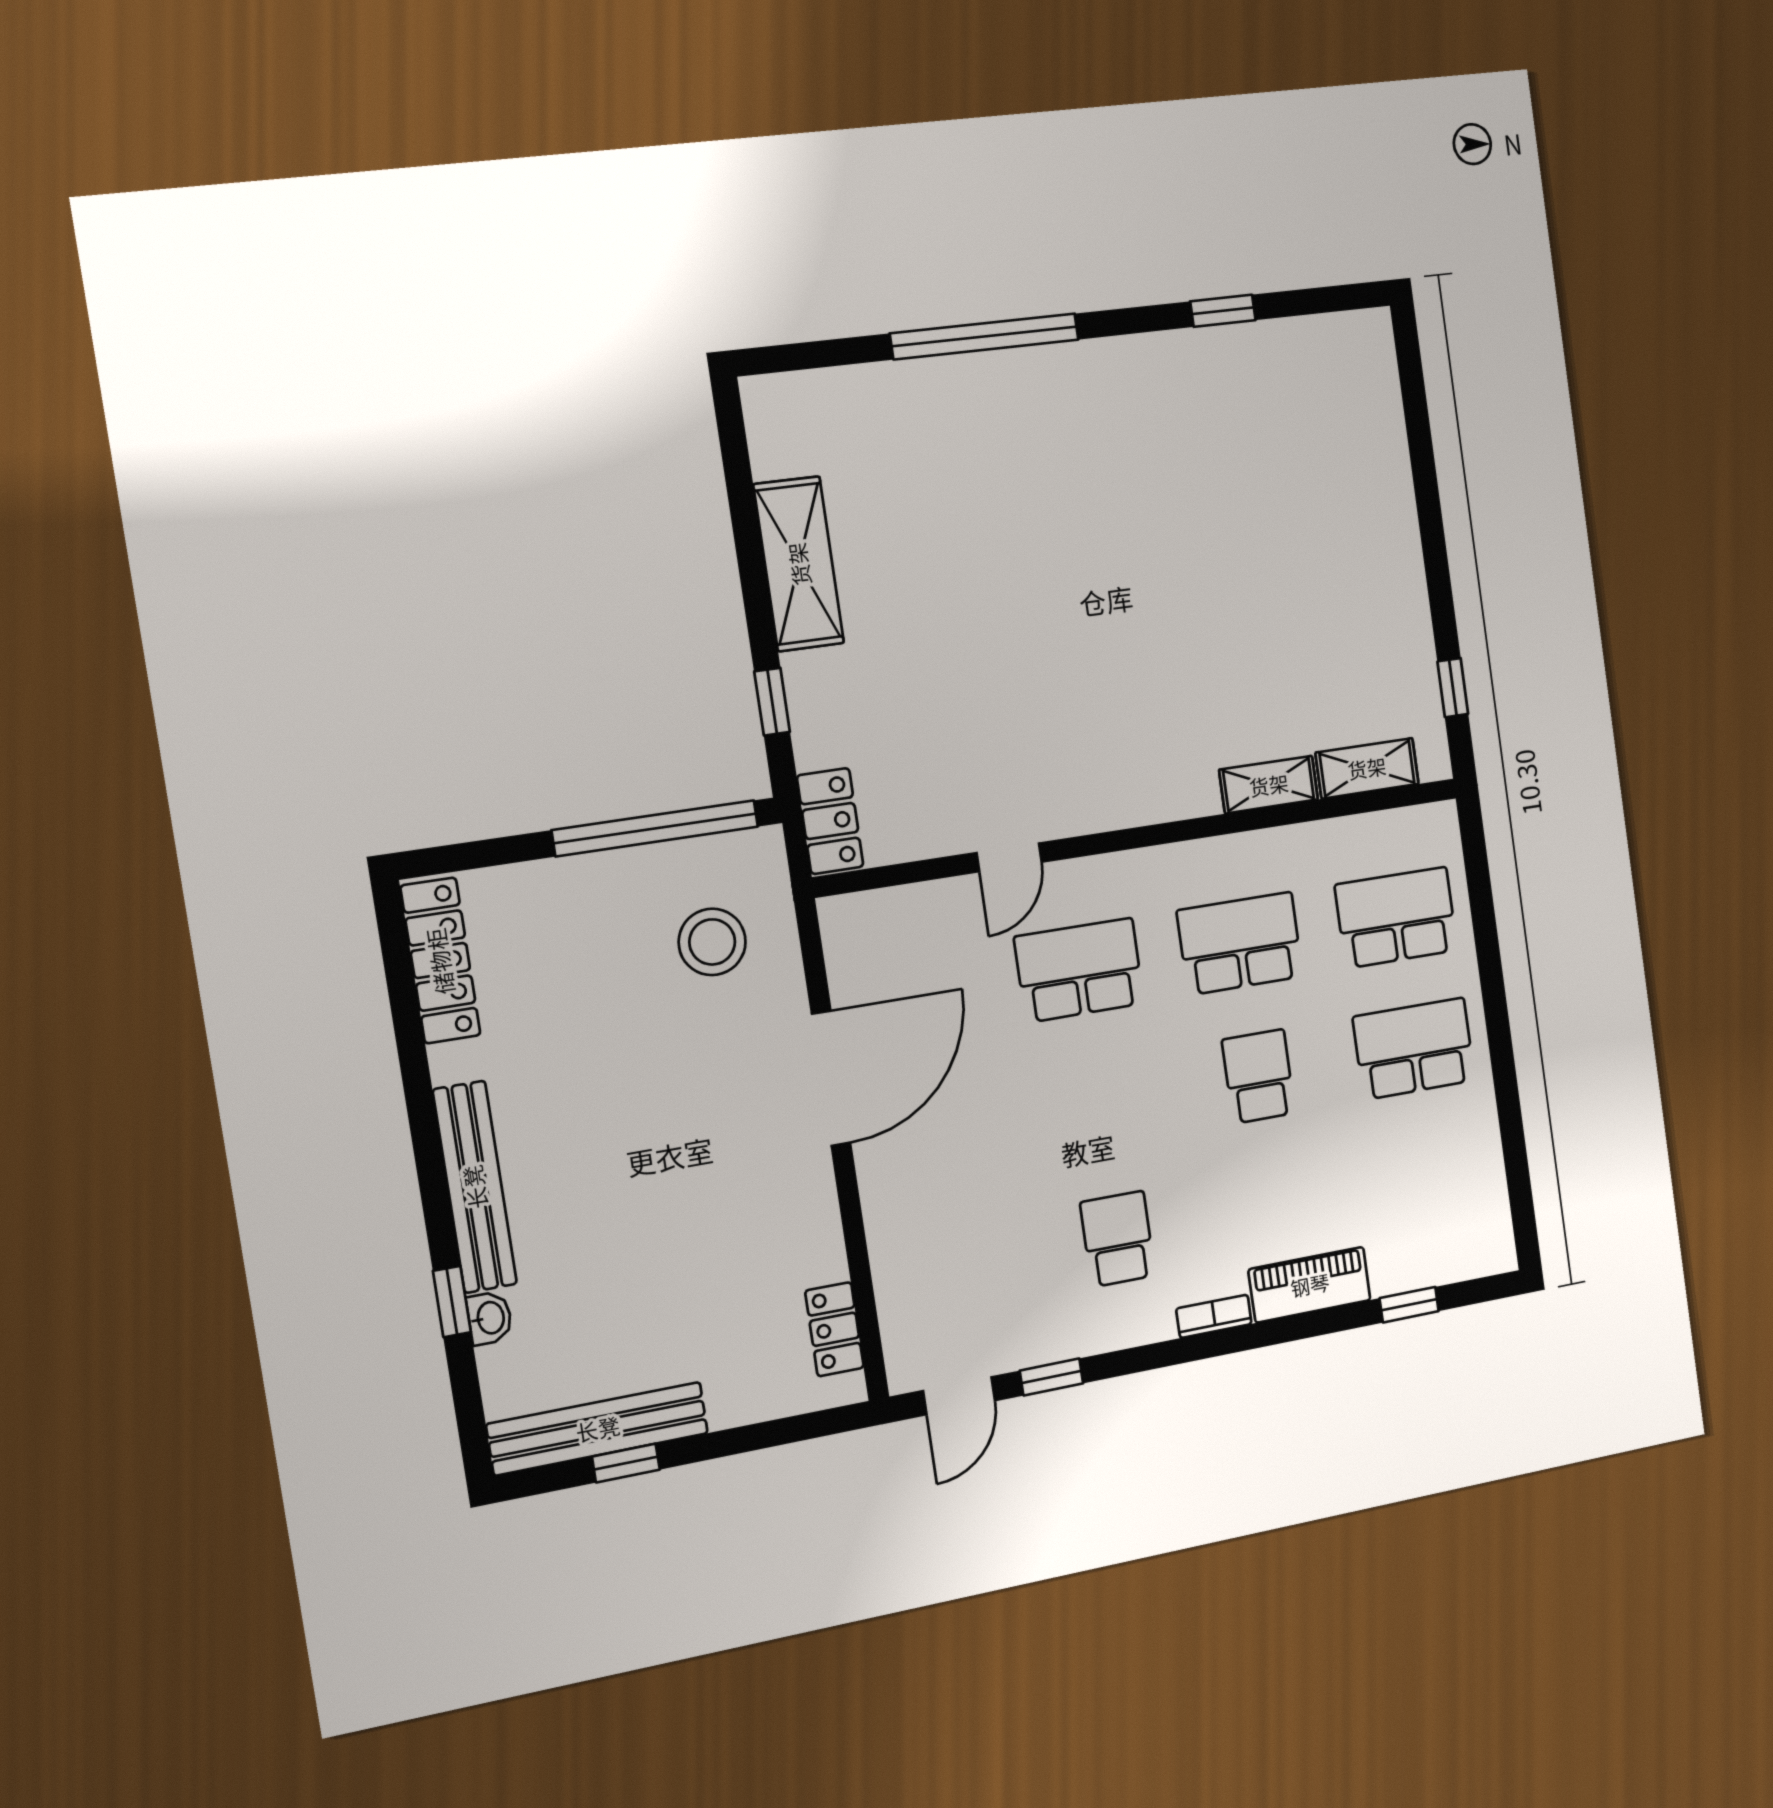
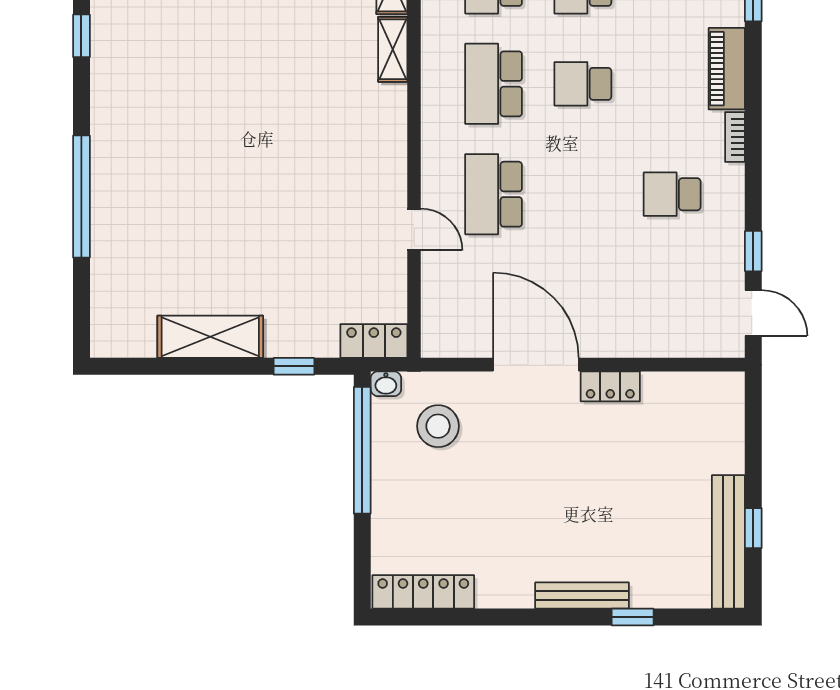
bench: (475, 1187) -> (582, 596), width x0.73, depth x0.82
washbasin: (490, 1318) -> (386, 384), moved, turned 180
locker: (834, 1329) -> (610, 386), moved

